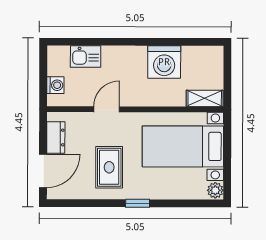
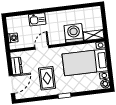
kitchen sink: (86, 56) -> (37, 19), moved
washing machine: (164, 62) -> (74, 33), moved, turned 180

